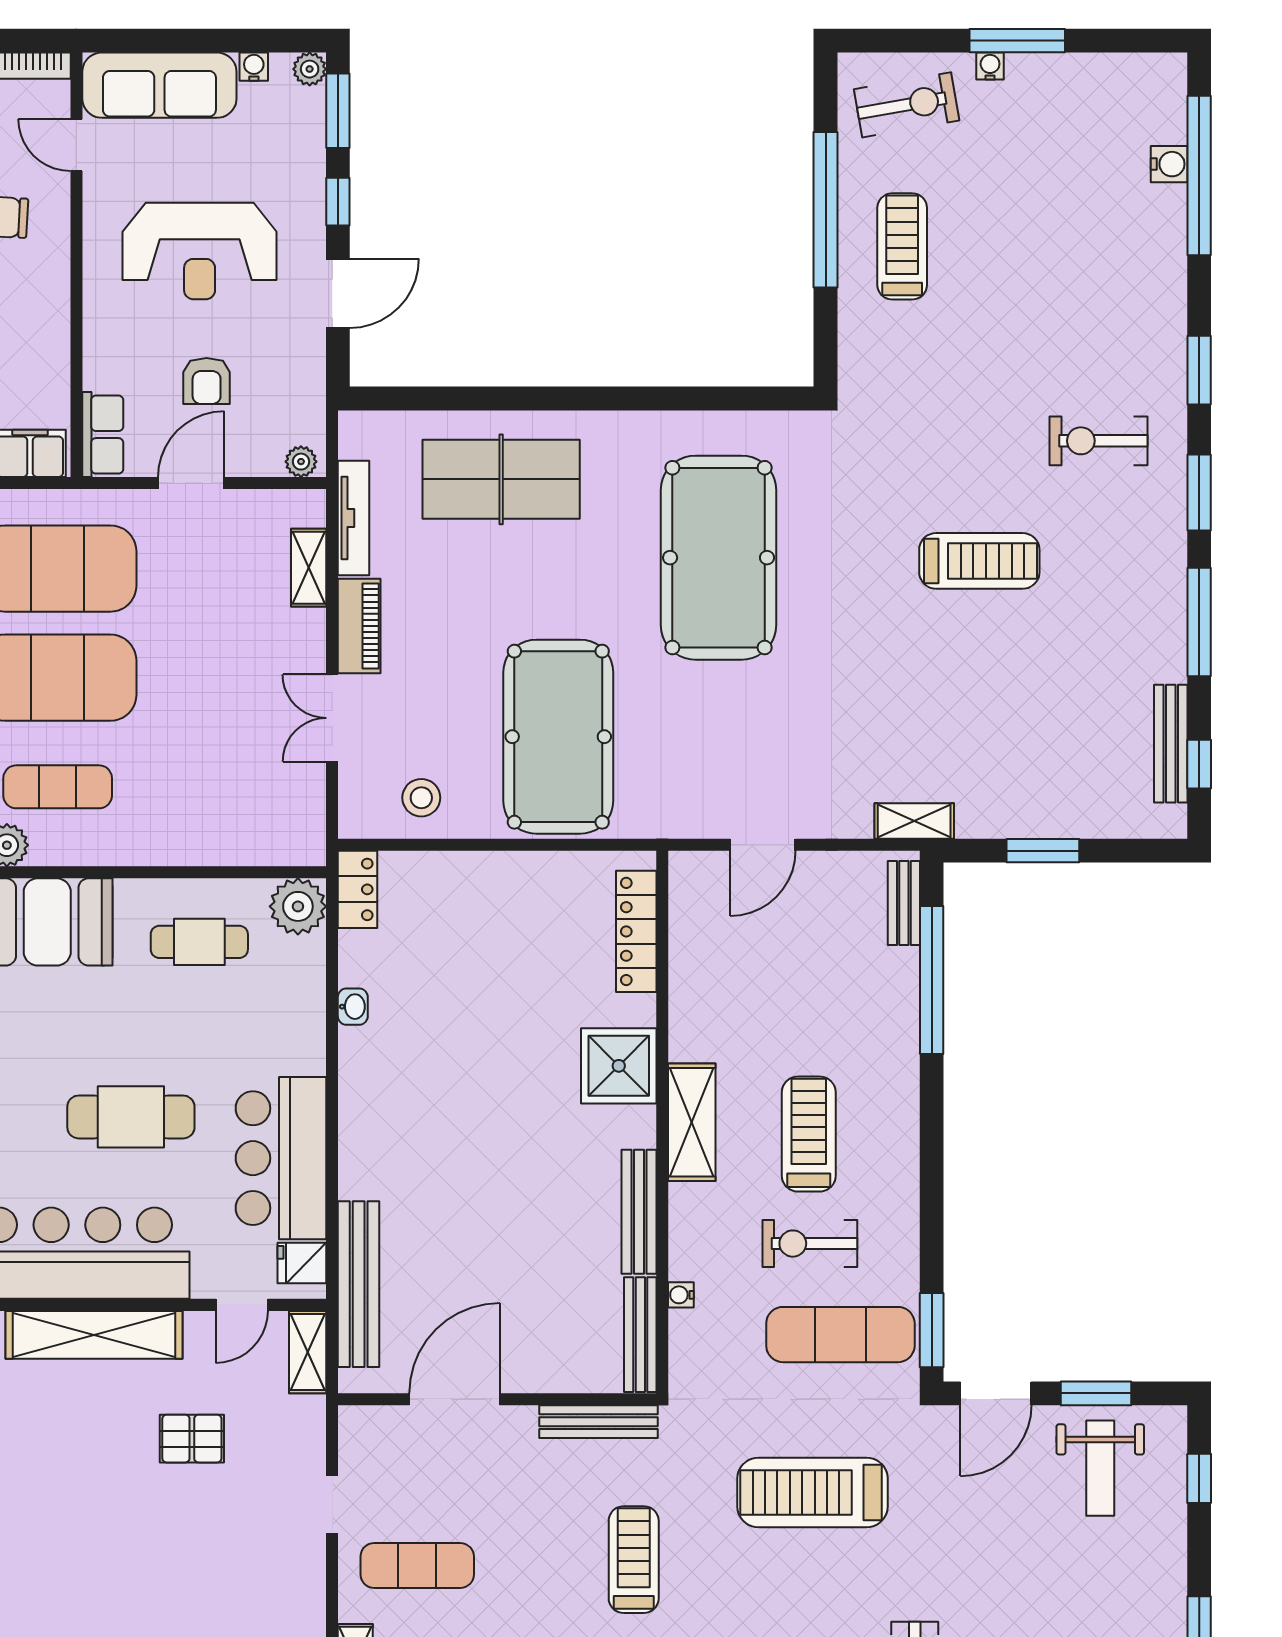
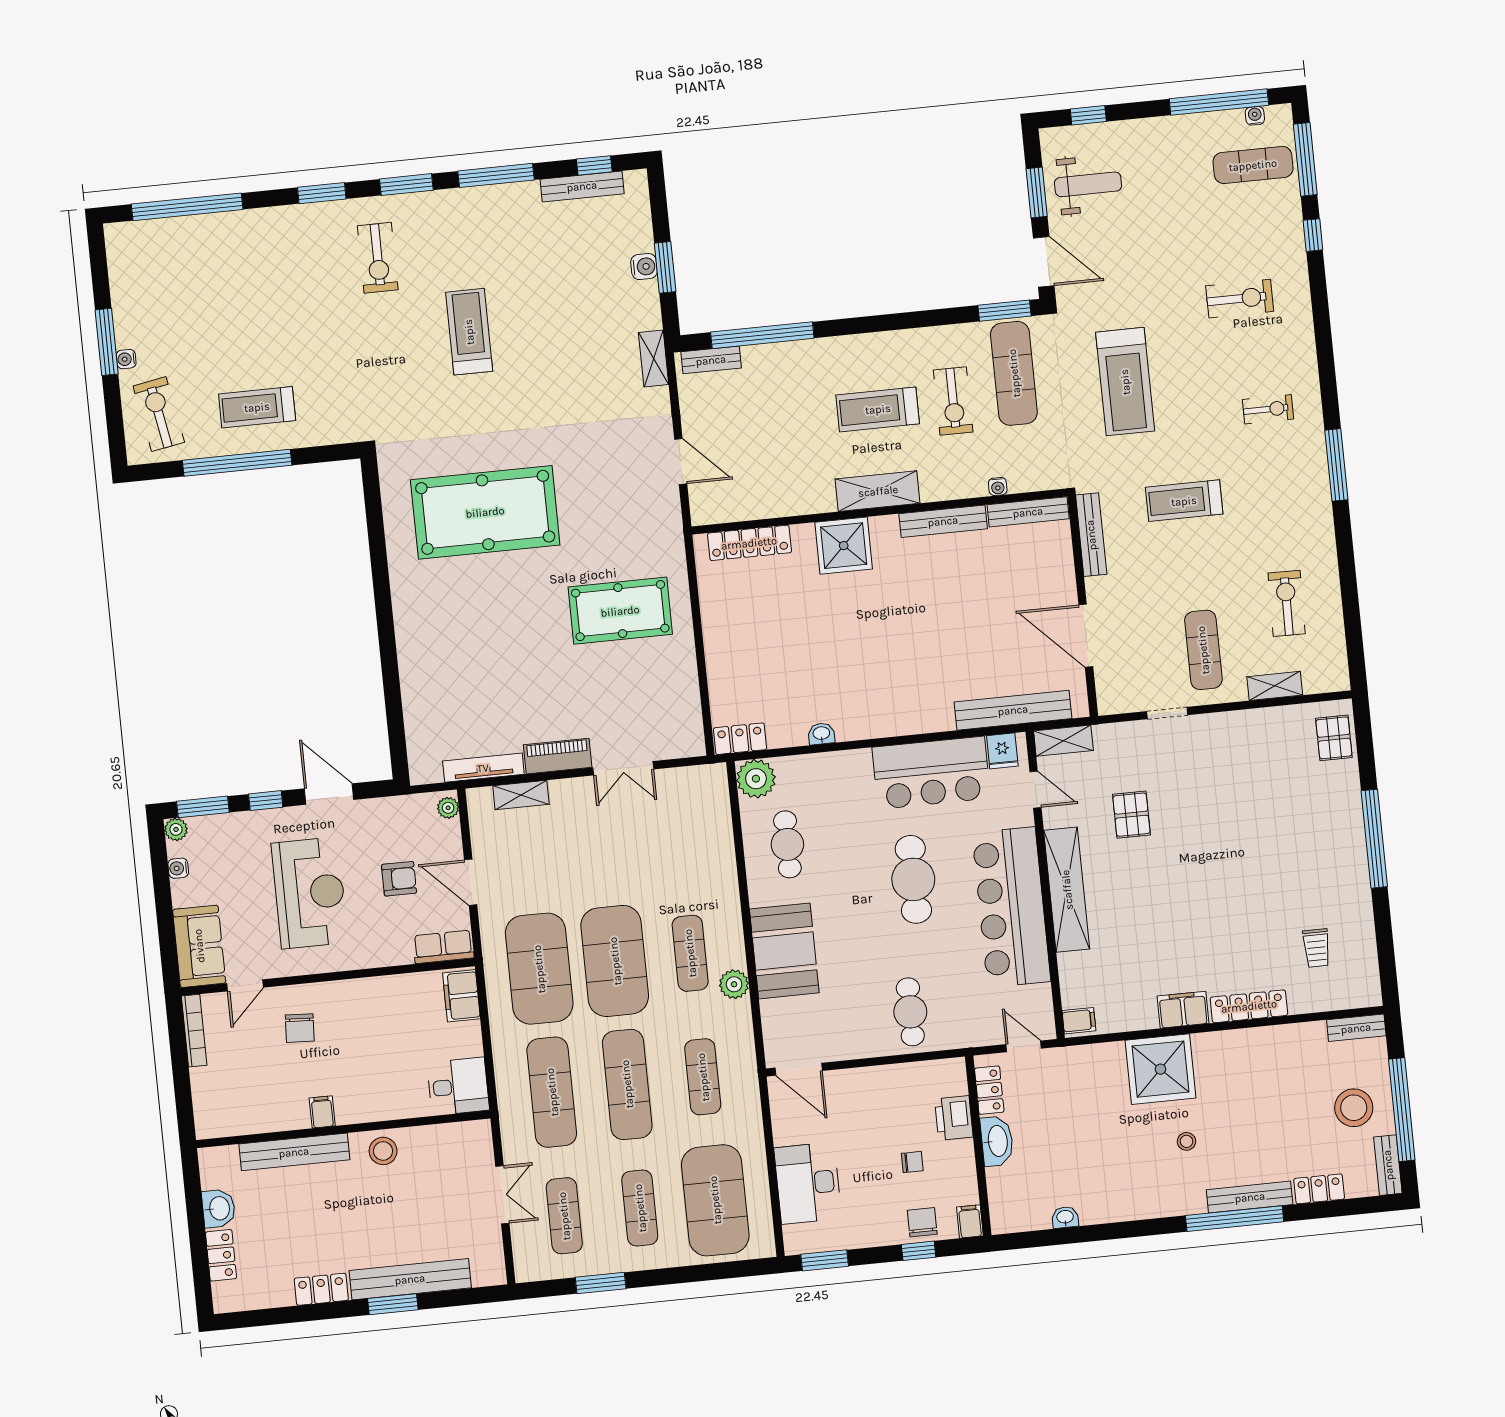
sofa: (159, 85) -> (199, 946), width x0.73
water cooler: (1169, 164) -> (644, 267), moved, turned 90
table tennis table: (501, 479) -> (446, 668), removed
pool table: (558, 737) -> (620, 611), width x0.73, depth x0.76
stool: (421, 798) -> (672, 701), removed

